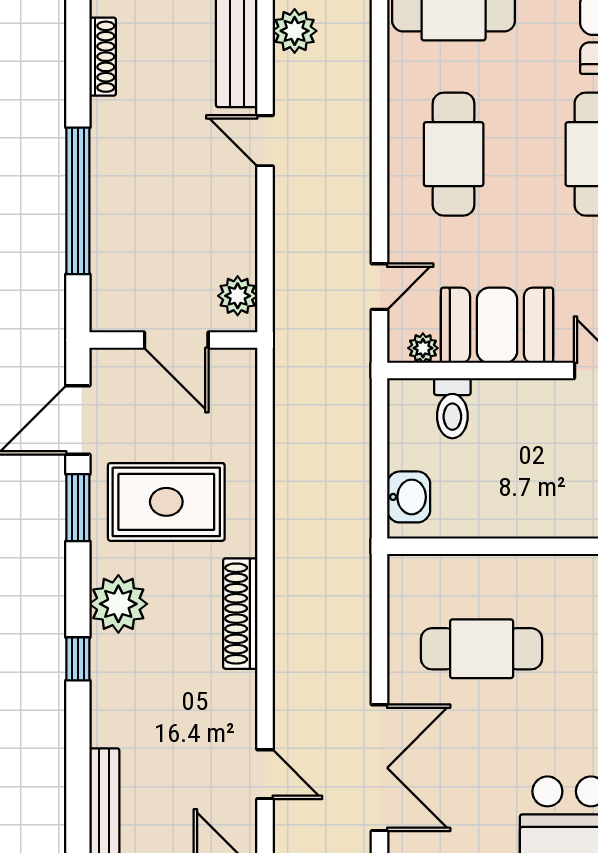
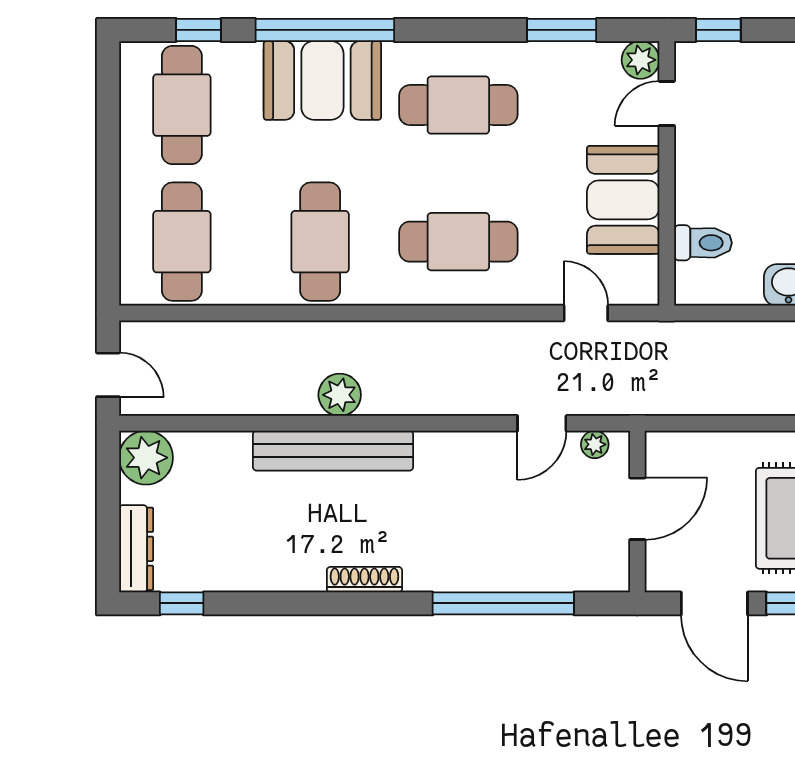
door: (265, 141) -> (542, 423), moved
plant: (238, 296) -> (595, 444), width x0.73, depth x0.73
plant: (423, 348) -> (645, 271), removed

